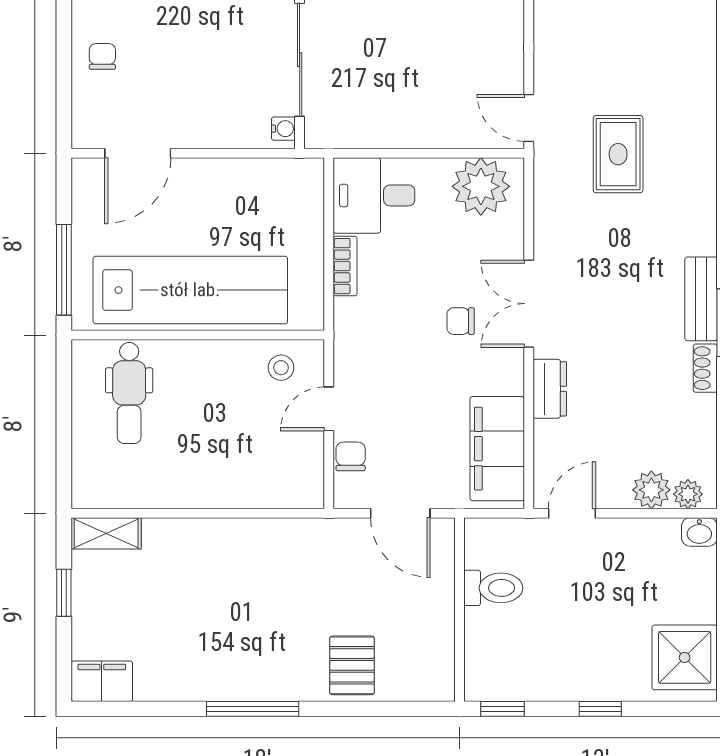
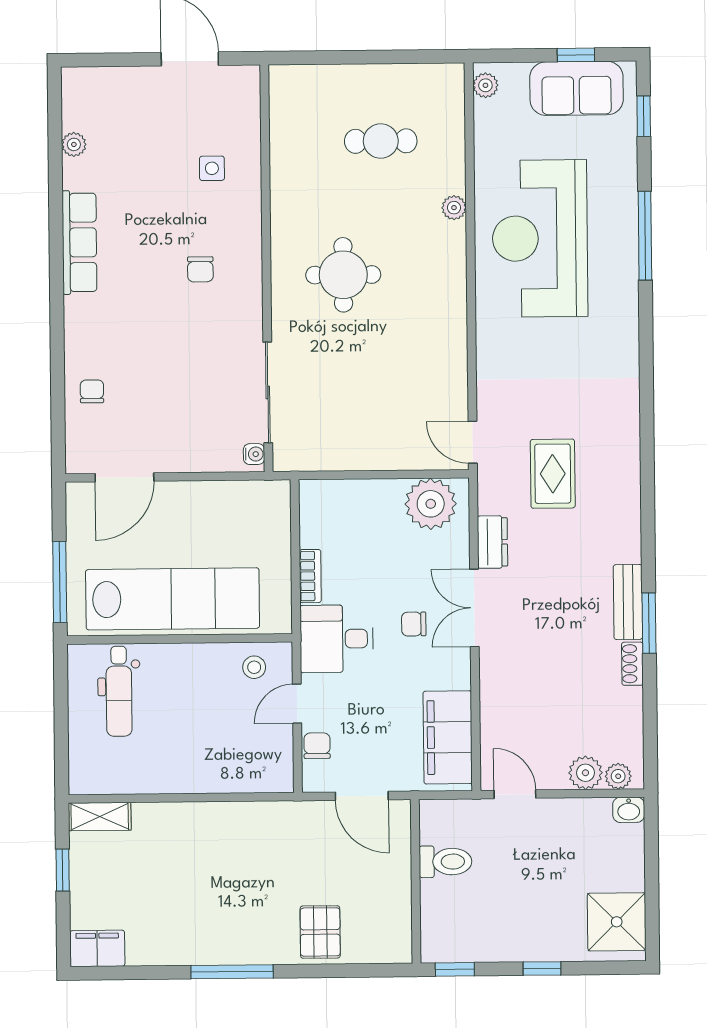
desk: (374, 195) -> (337, 639), moved
dresser: (550, 389) -> (492, 542), moved
door: (572, 513) -> (515, 794), hinge flipped

